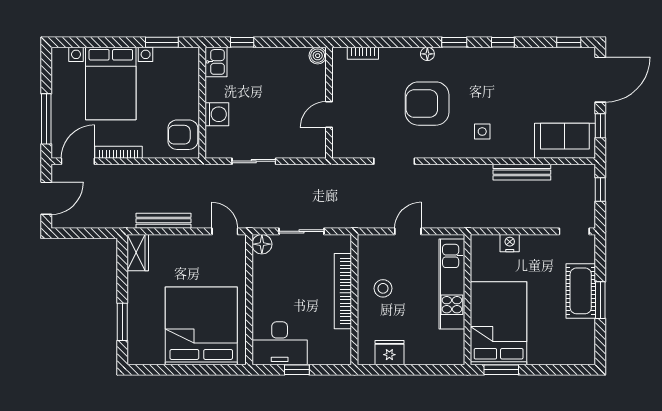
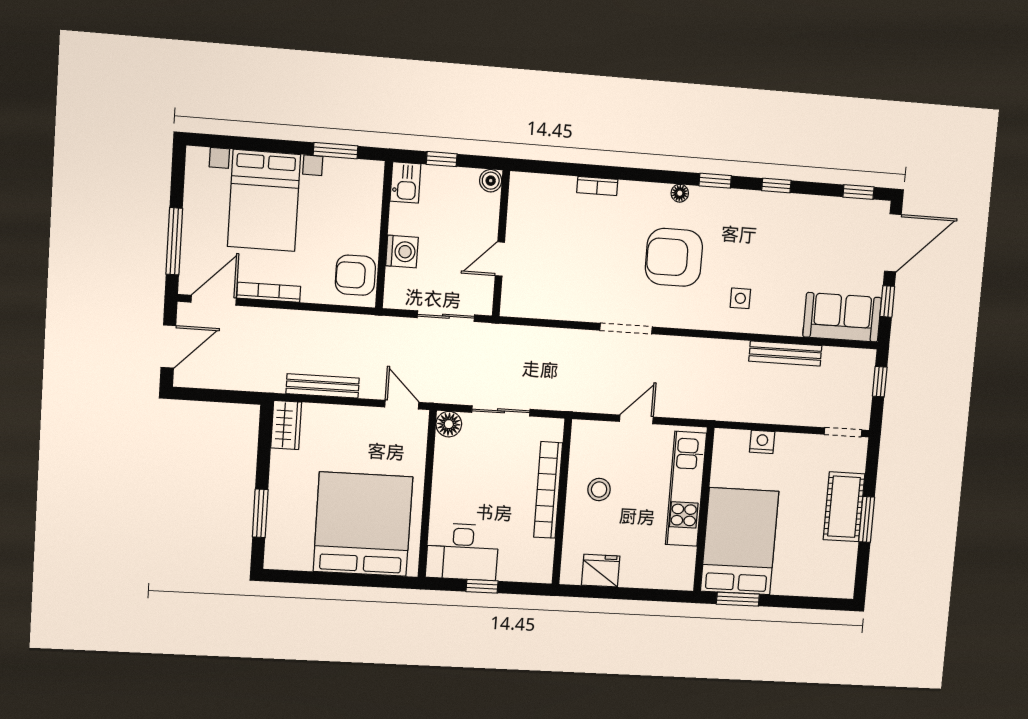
boiler: (318, 56) -> (491, 181), moved
wall: (329, 103) -> (501, 244), moved
door: (329, 114) -> (500, 259), moved

